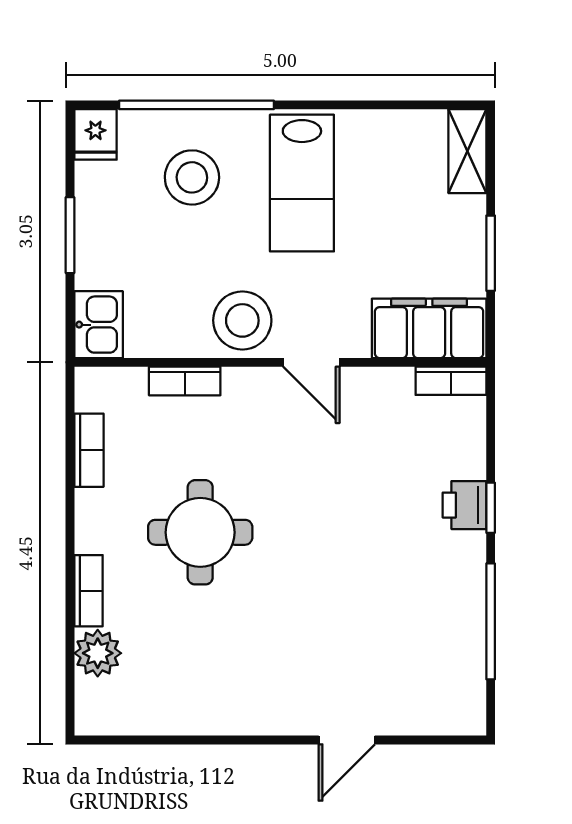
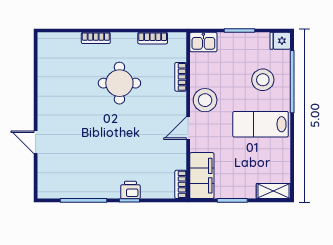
plant: (98, 653) -> (71, 42), removed

